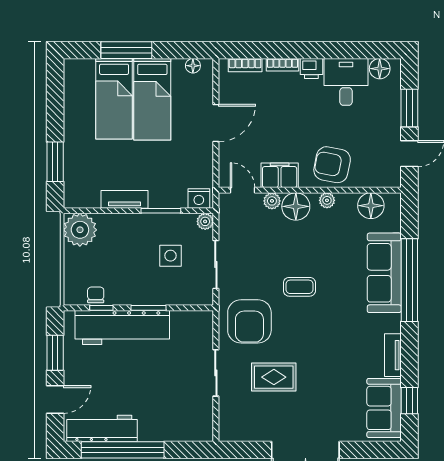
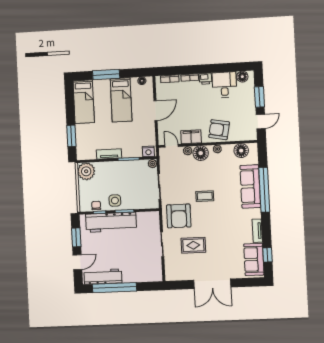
bed: (114, 99) -> (84, 102), moved
side table: (170, 256) -> (115, 201), moved

